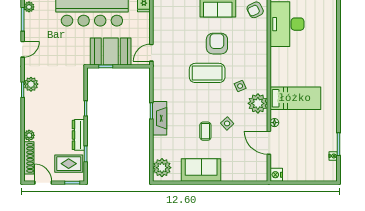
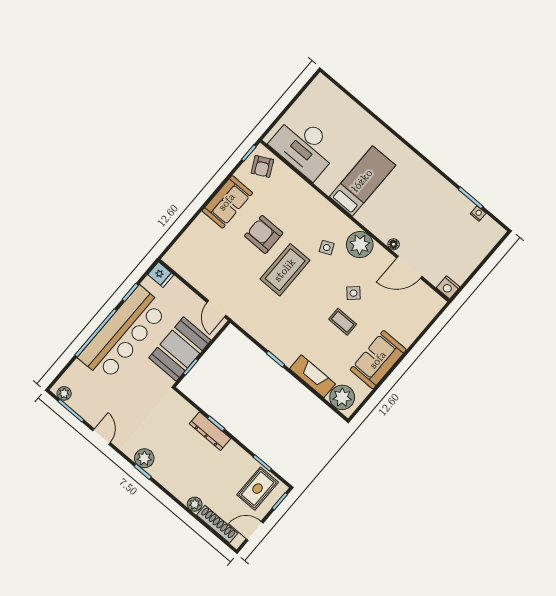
bed: (295, 98) -> (362, 181), moved
fireplace: (160, 118) -> (313, 376), moved
dresser: (78, 135) -> (210, 431), moved

